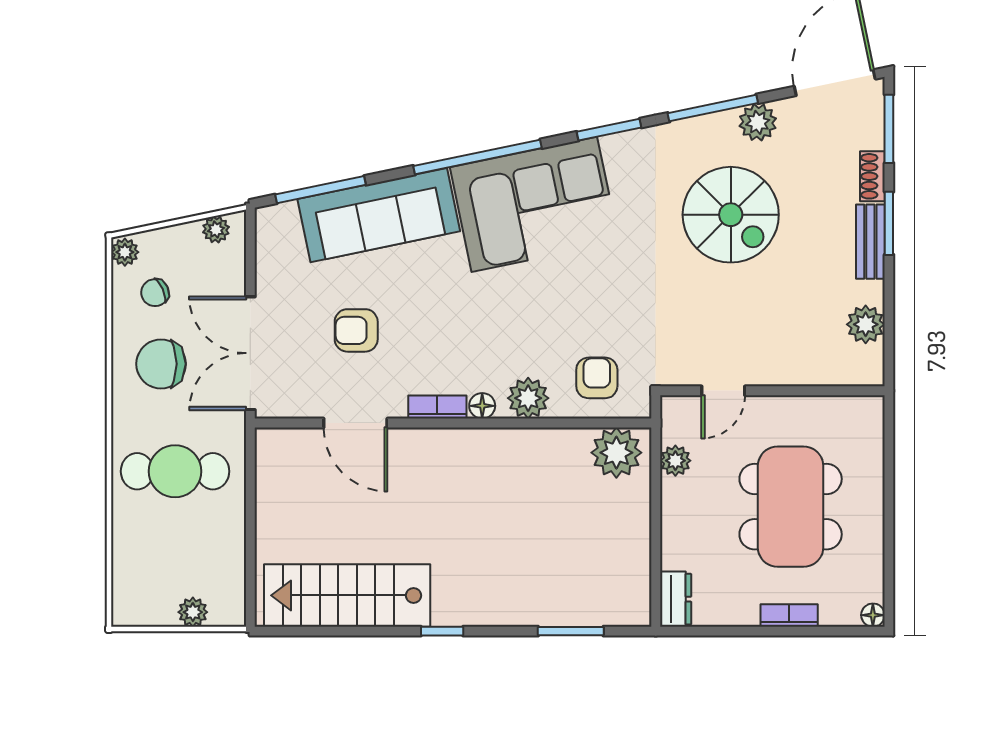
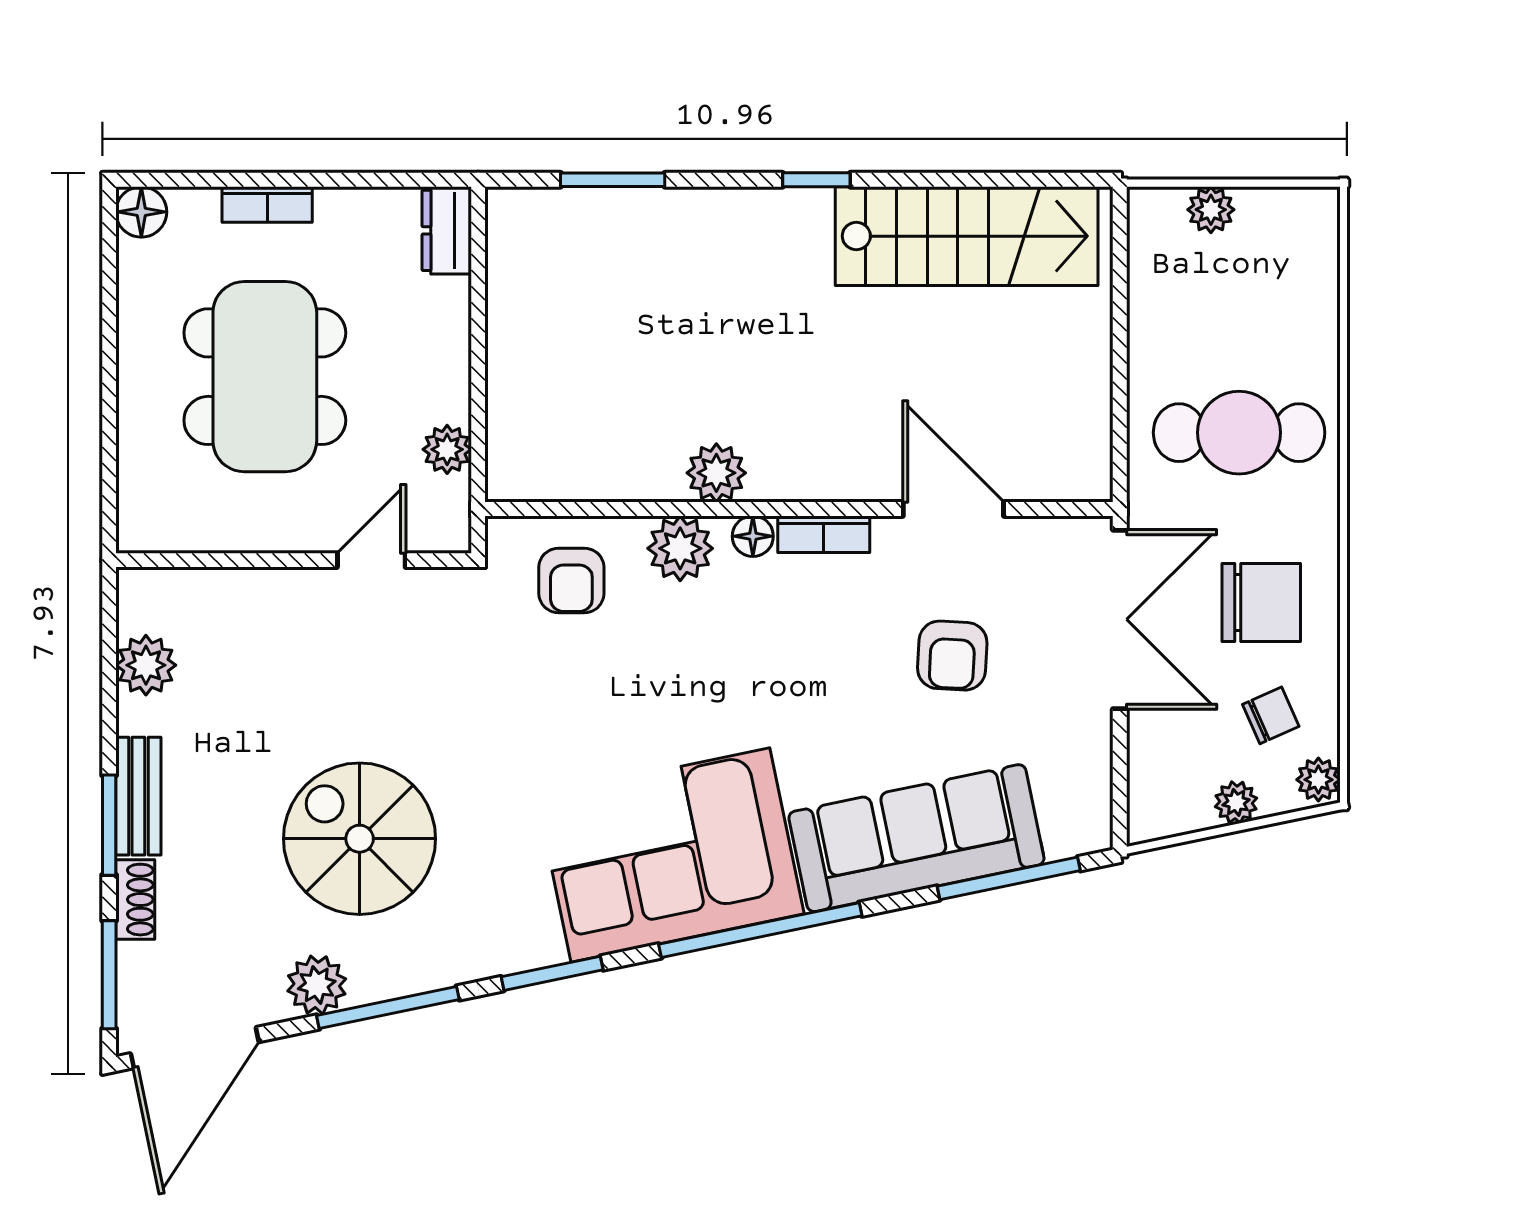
plant: (216, 230) -> (1236, 802), moved
armchair: (356, 330) -> (952, 656), turned 93
plant: (616, 453) -> (716, 473), moved, width x0.73, depth x0.73
floor lamp: (873, 615) -> (141, 212), width x1.37, depth x1.37

